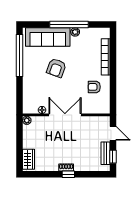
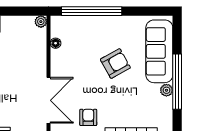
window: (19, 55) -> (92, 11), moved
armchair: (56, 68) -> (115, 64), turned 131
double door: (65, 115) -> (49, 100), moved

